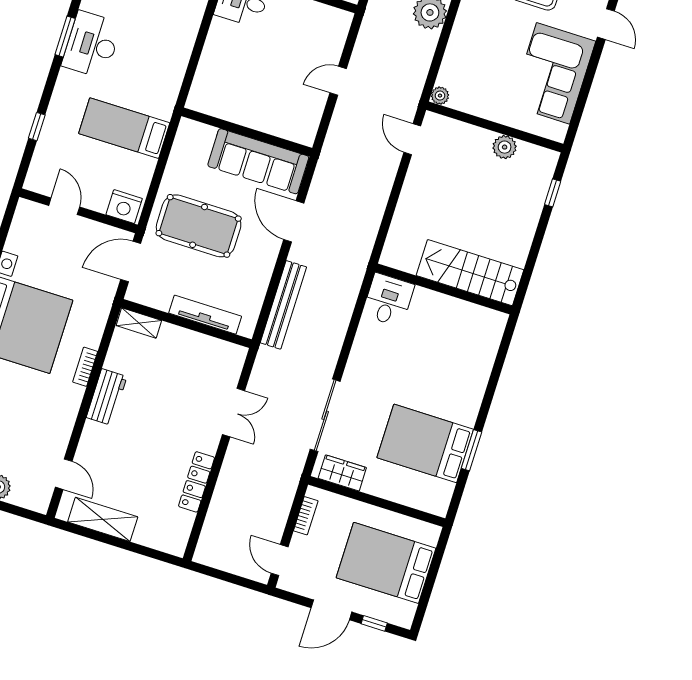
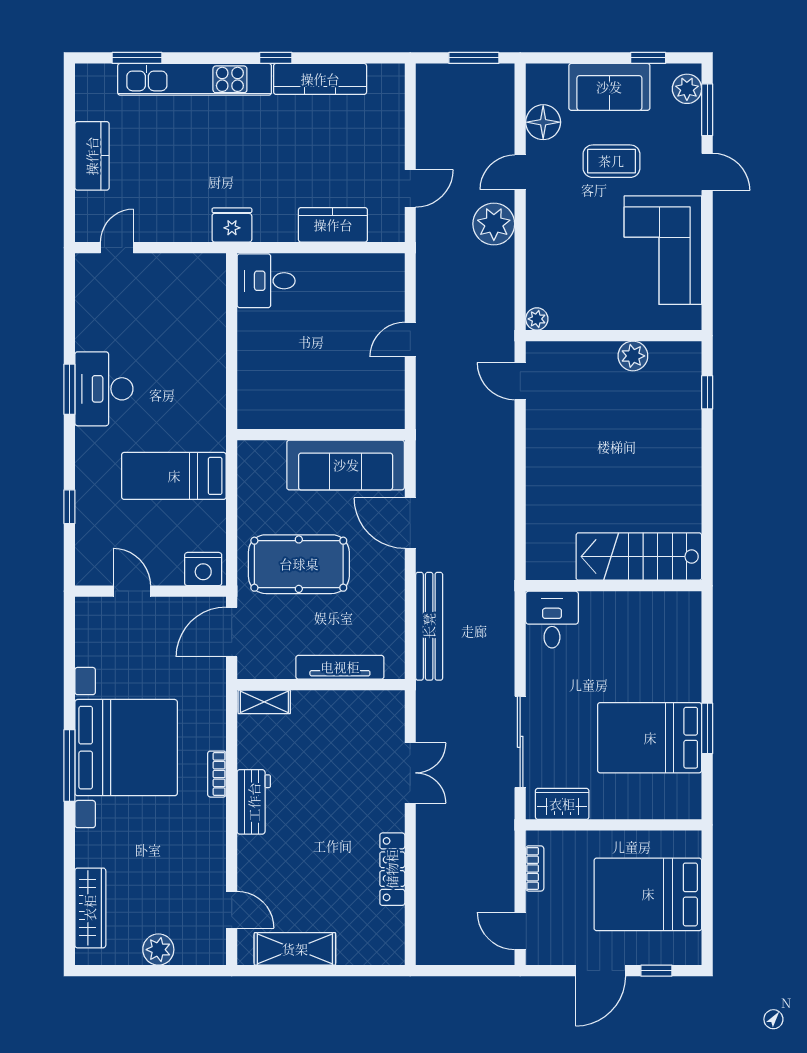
stairs: (470, 273) -> (639, 557), moved
wall: (444, 289) -> (614, 586), moved
desk: (388, 300) -> (552, 620), moved

